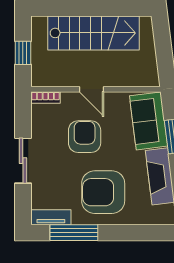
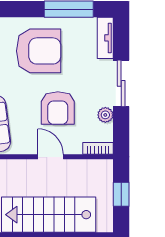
plant: (38, 130) -> (105, 115), added
tv unit: (51, 217) -> (105, 38), moved, turned 90

